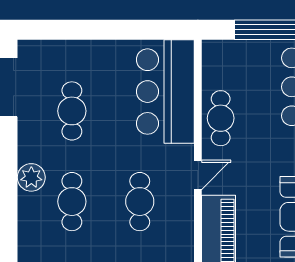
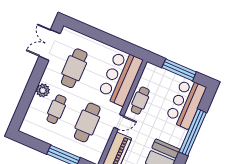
cafe table: (72, 111) -> (74, 68), width x1.37, depth x1.35
cafe table: (140, 202) -> (87, 123), width x1.37, depth x1.35

